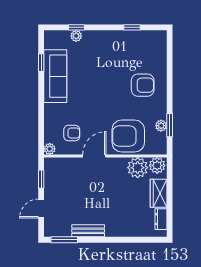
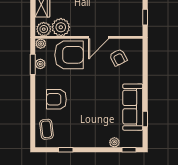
window: (77, 27) -> (129, 150), moved
coffee table: (154, 51) -> (46, 129), added
armchair: (72, 133) -> (118, 57), turned -117
plant: (50, 149) -> (41, 44), moved

